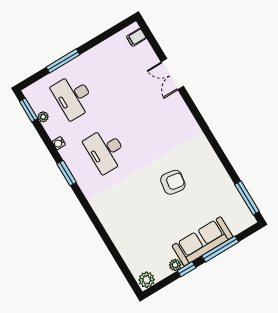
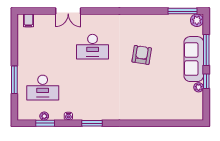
window: (29, 110) -> (45, 123), moved
desk: (106, 150) -> (93, 47), moved
plant: (147, 280) -> (197, 20), moved

